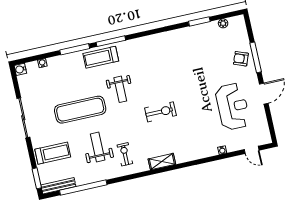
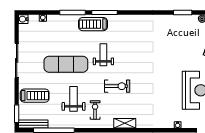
weight bench: (120, 89) -> (103, 55), turned 180
exercise bike: (161, 112) -> (117, 86), moved

